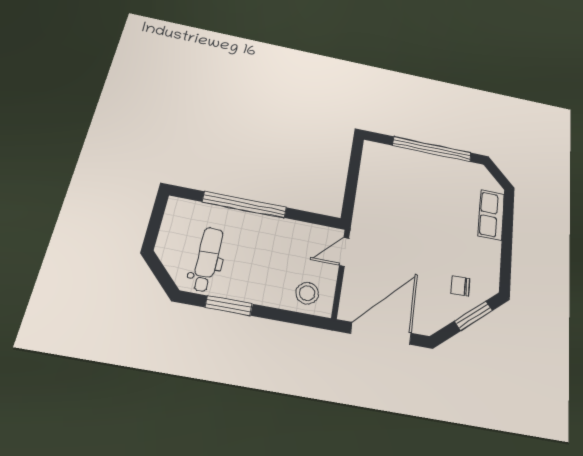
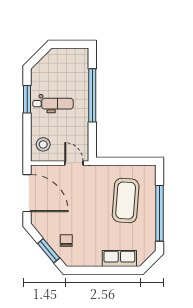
coffee table: (409, 190) -> (126, 200), added
dental chair: (207, 259) -> (53, 104), moved

